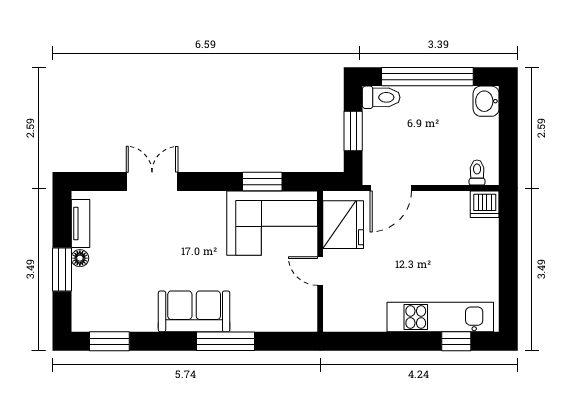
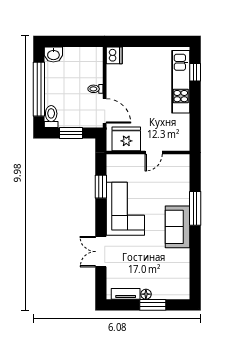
toilet: (477, 173) -> (95, 89), moved
corner sofa: (272, 223) -> (125, 209), moved
window: (109, 341) -> (195, 277), removed

